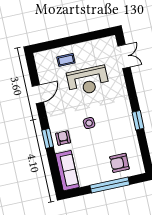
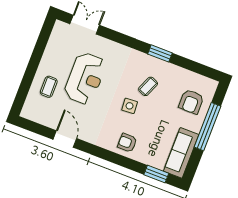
coffee table: (110, 127) -> (148, 86), added
window: (48, 138) -> (156, 174), moved
sofa: (67, 171) -> (181, 153), moved, turned -90

